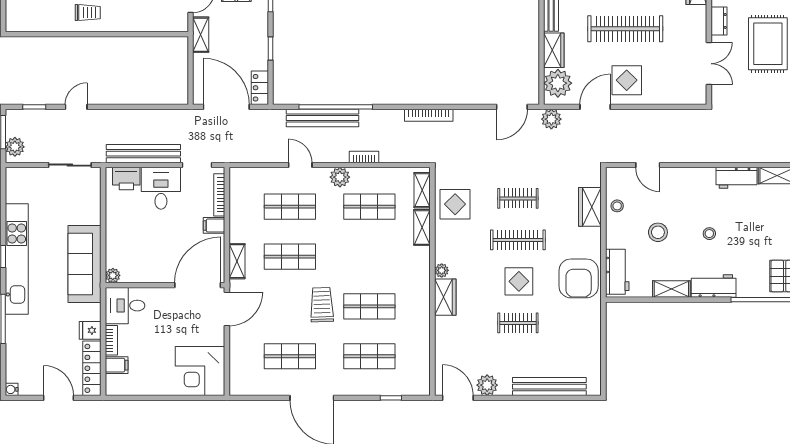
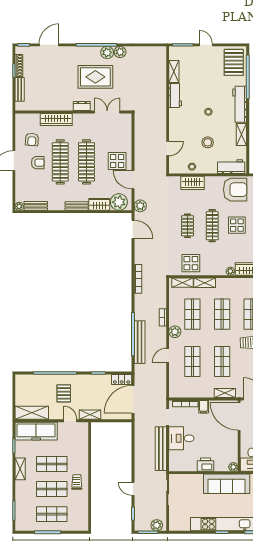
printer: (126, 178) -> (205, 465), moved, turned -90
shop shelf: (369, 257) -> (222, 314), added
workbench: (714, 286) -> (240, 104), width x1.38

